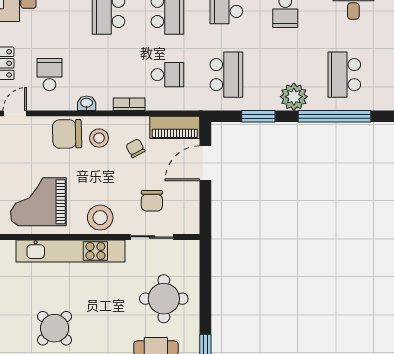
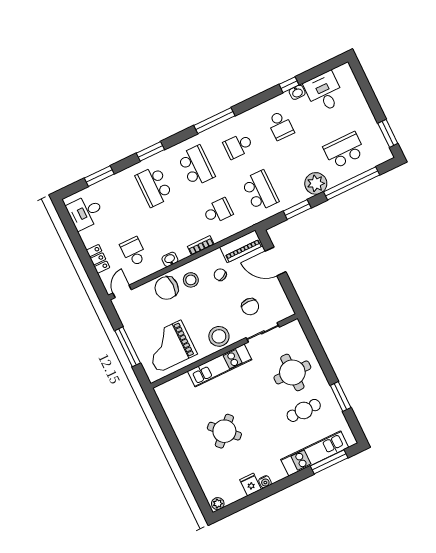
school desk: (344, 75) -> (344, 150), turned 90
door: (205, 163) -> (276, 261), hinge flipped
kitchen unit: (70, 251) -> (220, 366), width x0.73

